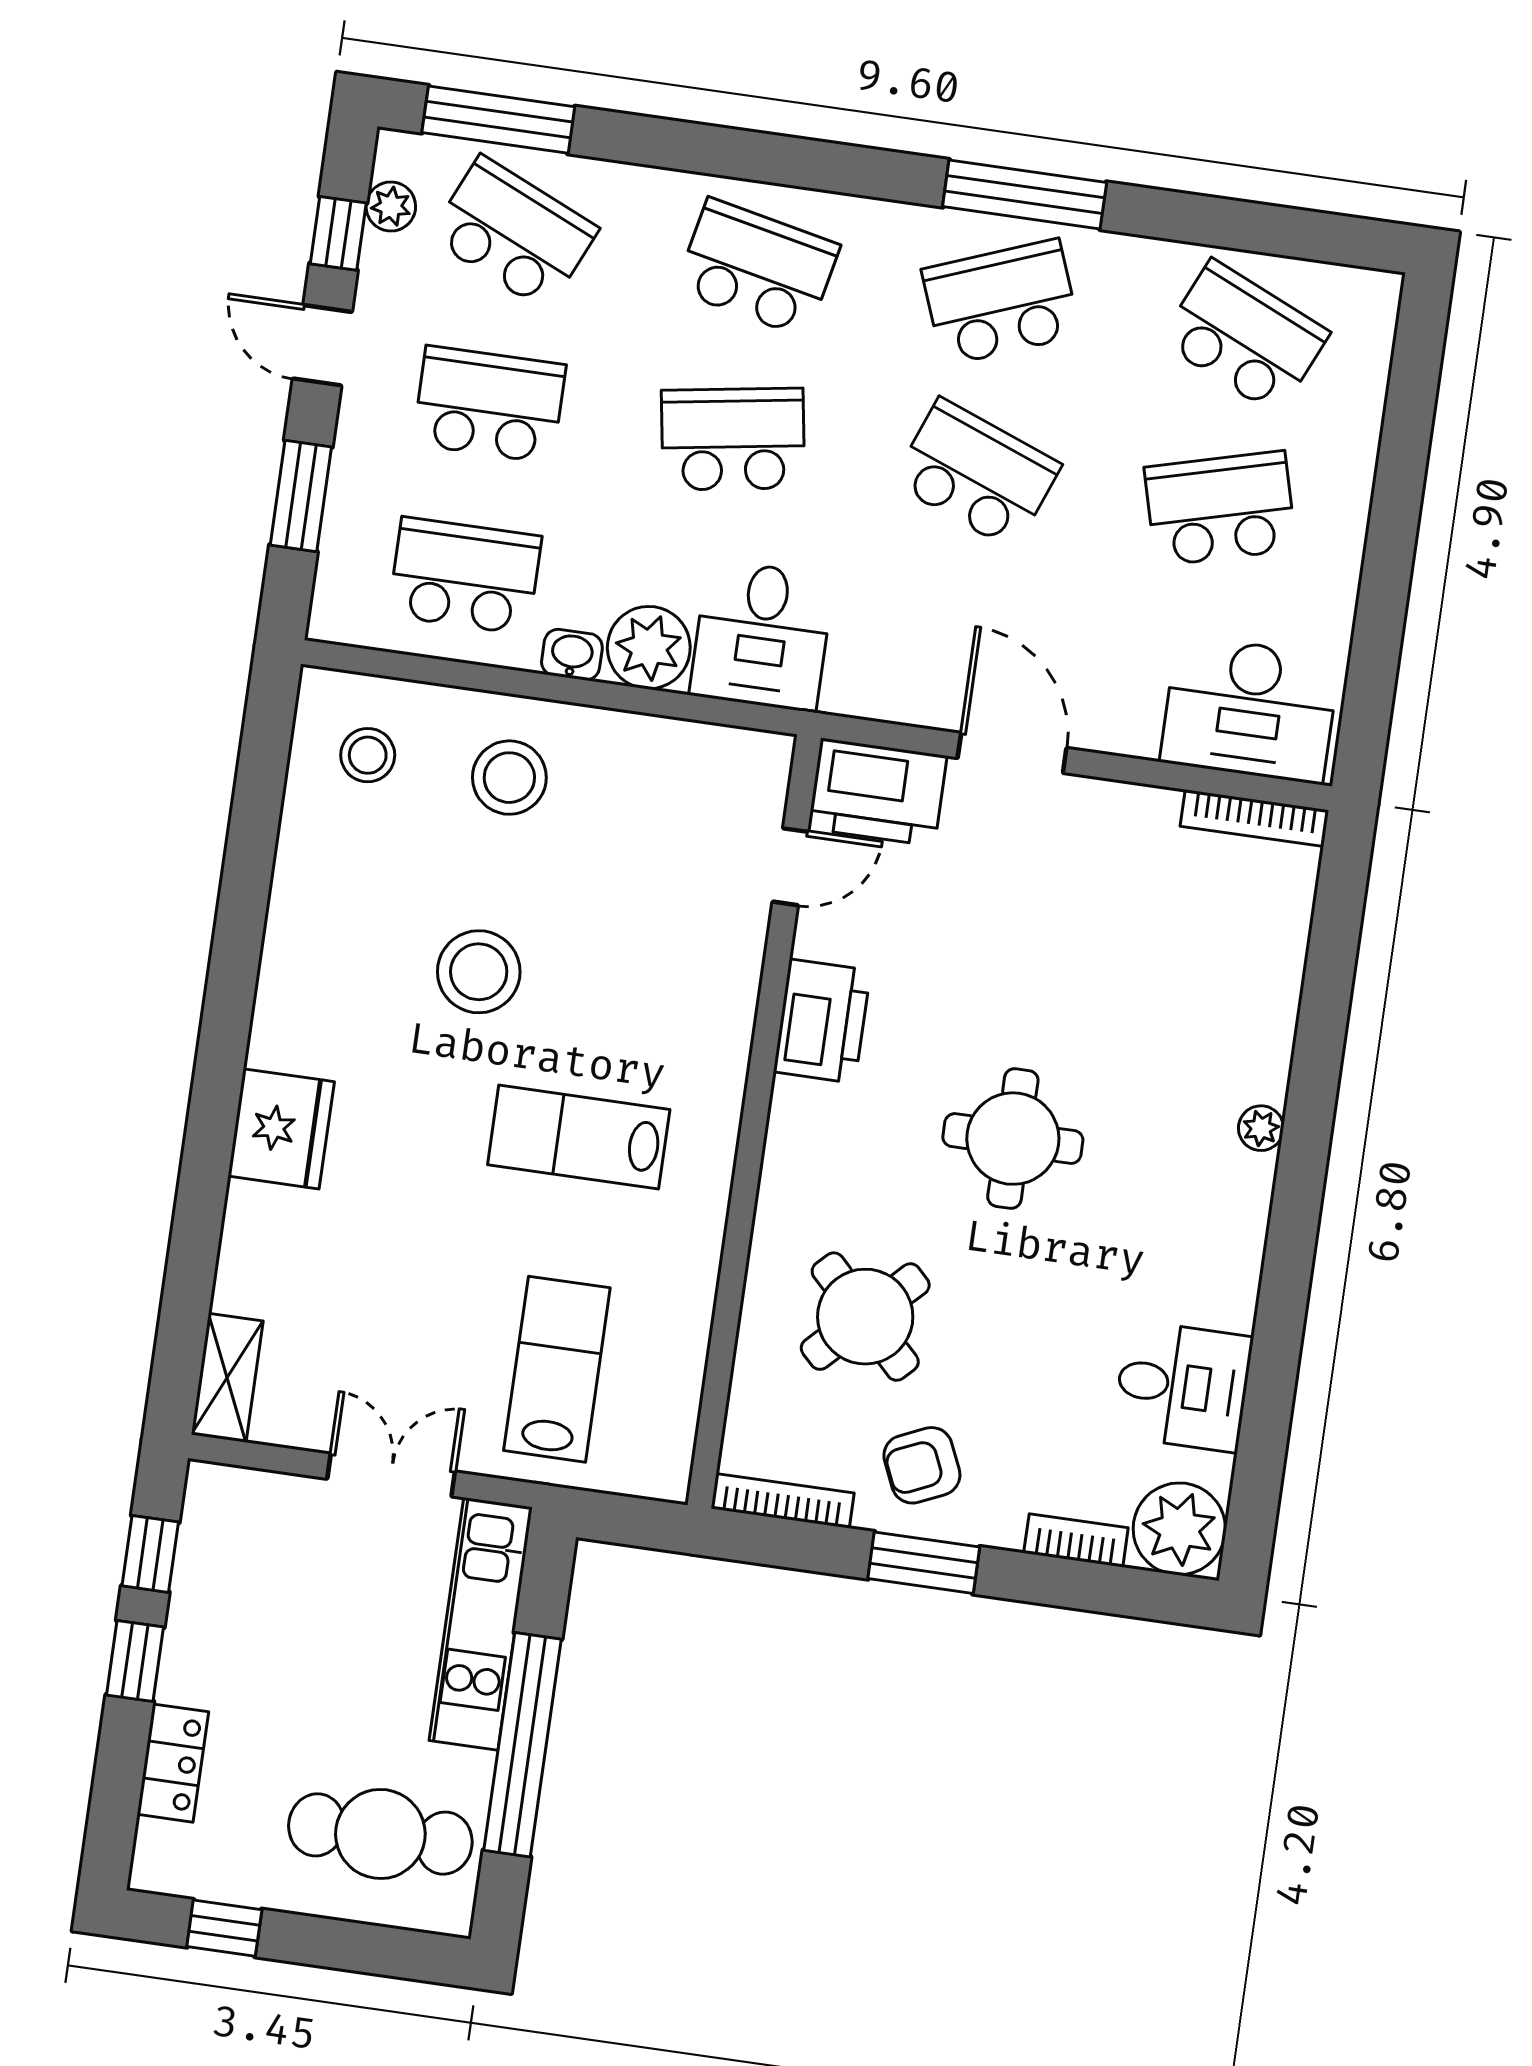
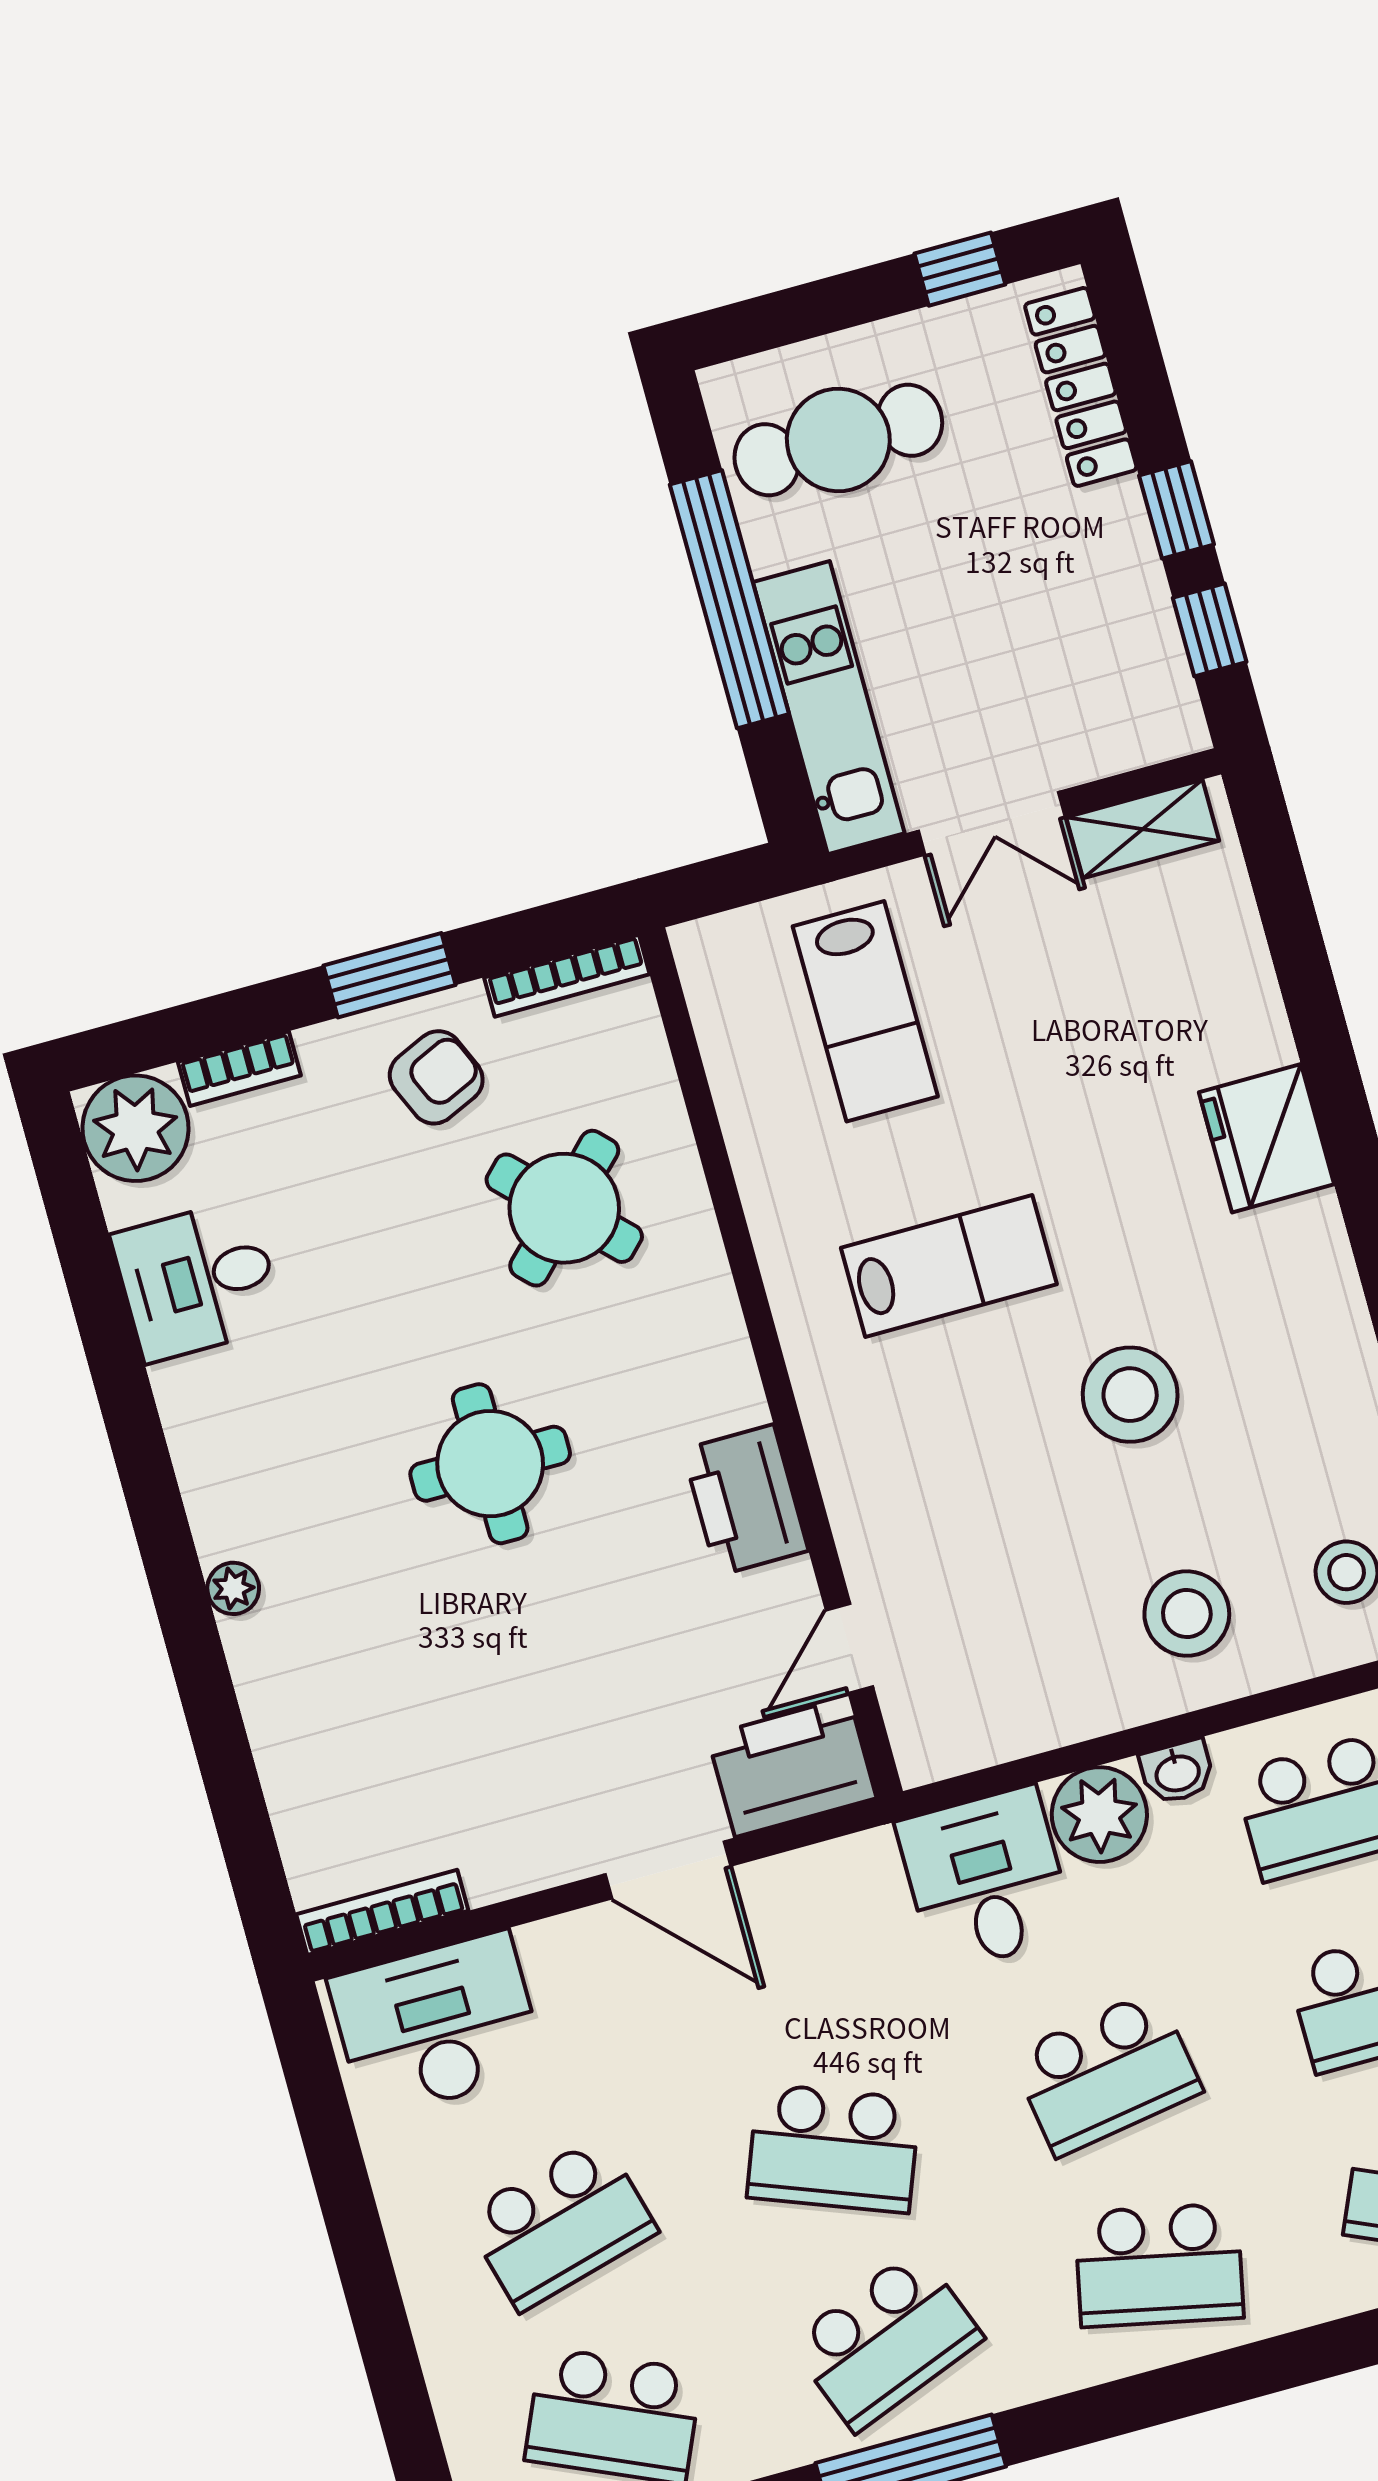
shelving: (227, 1378) -> (1143, 829), moved, turned 90
locker: (173, 1763) -> (1081, 387), width x1.53

